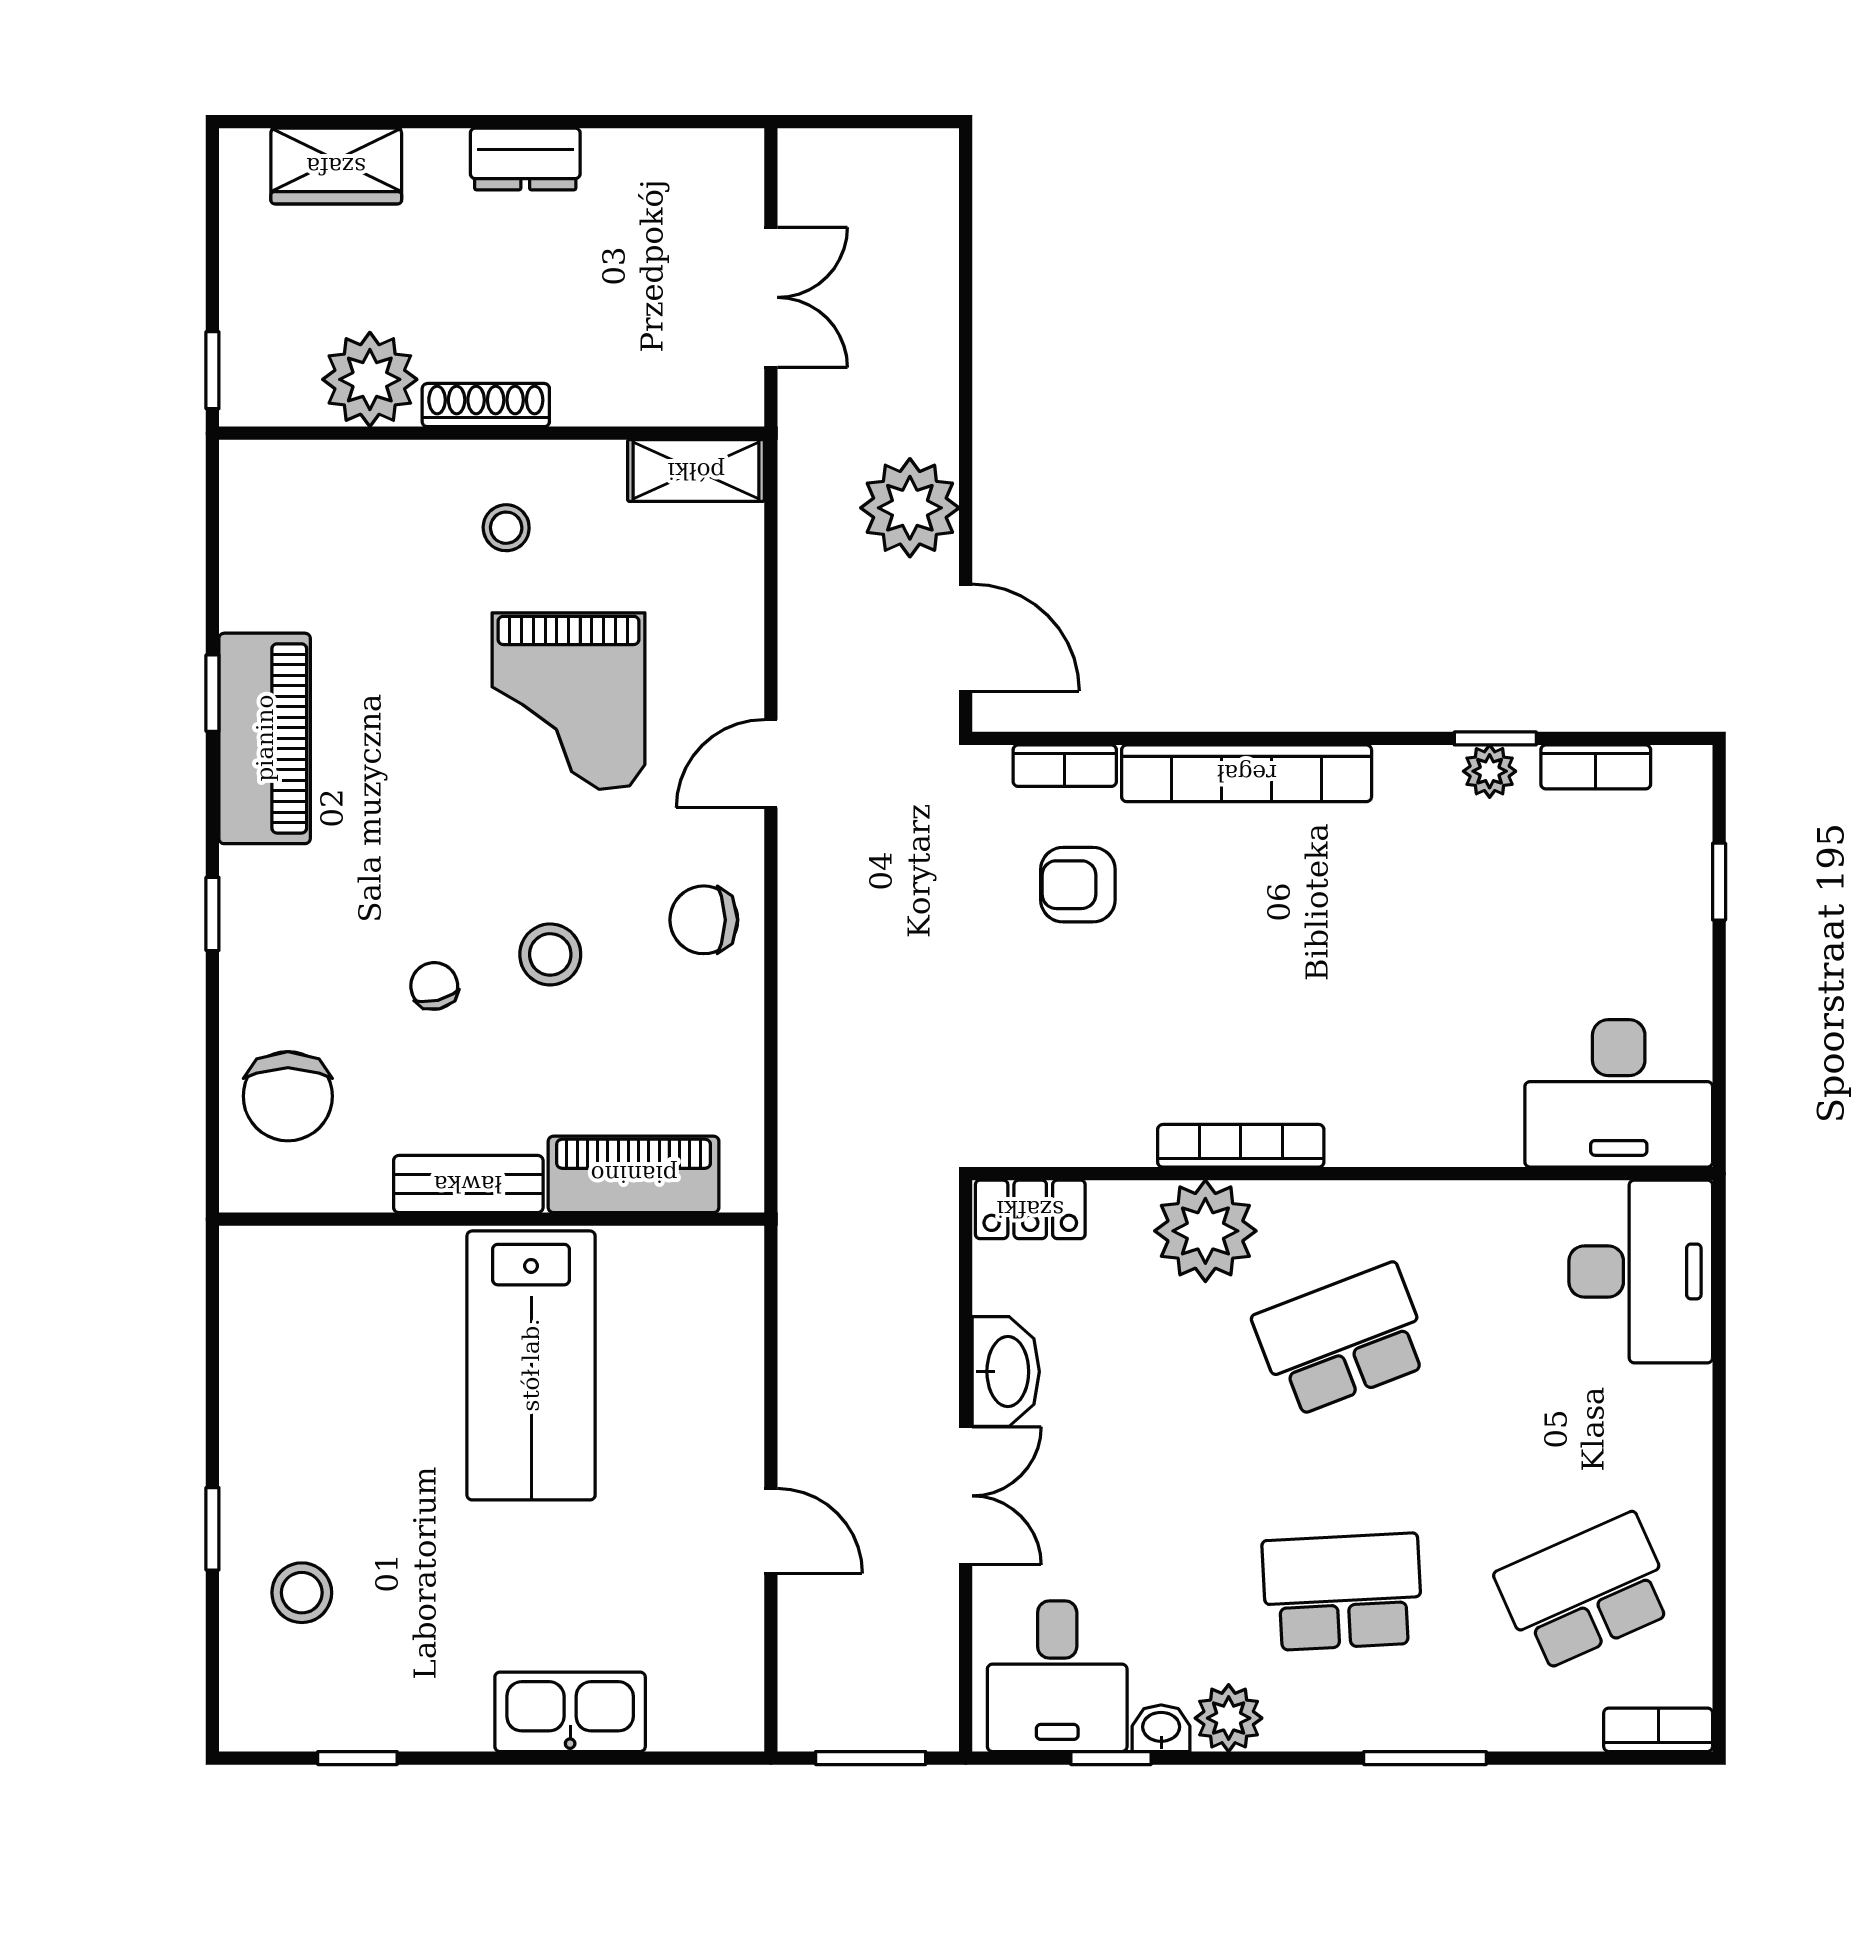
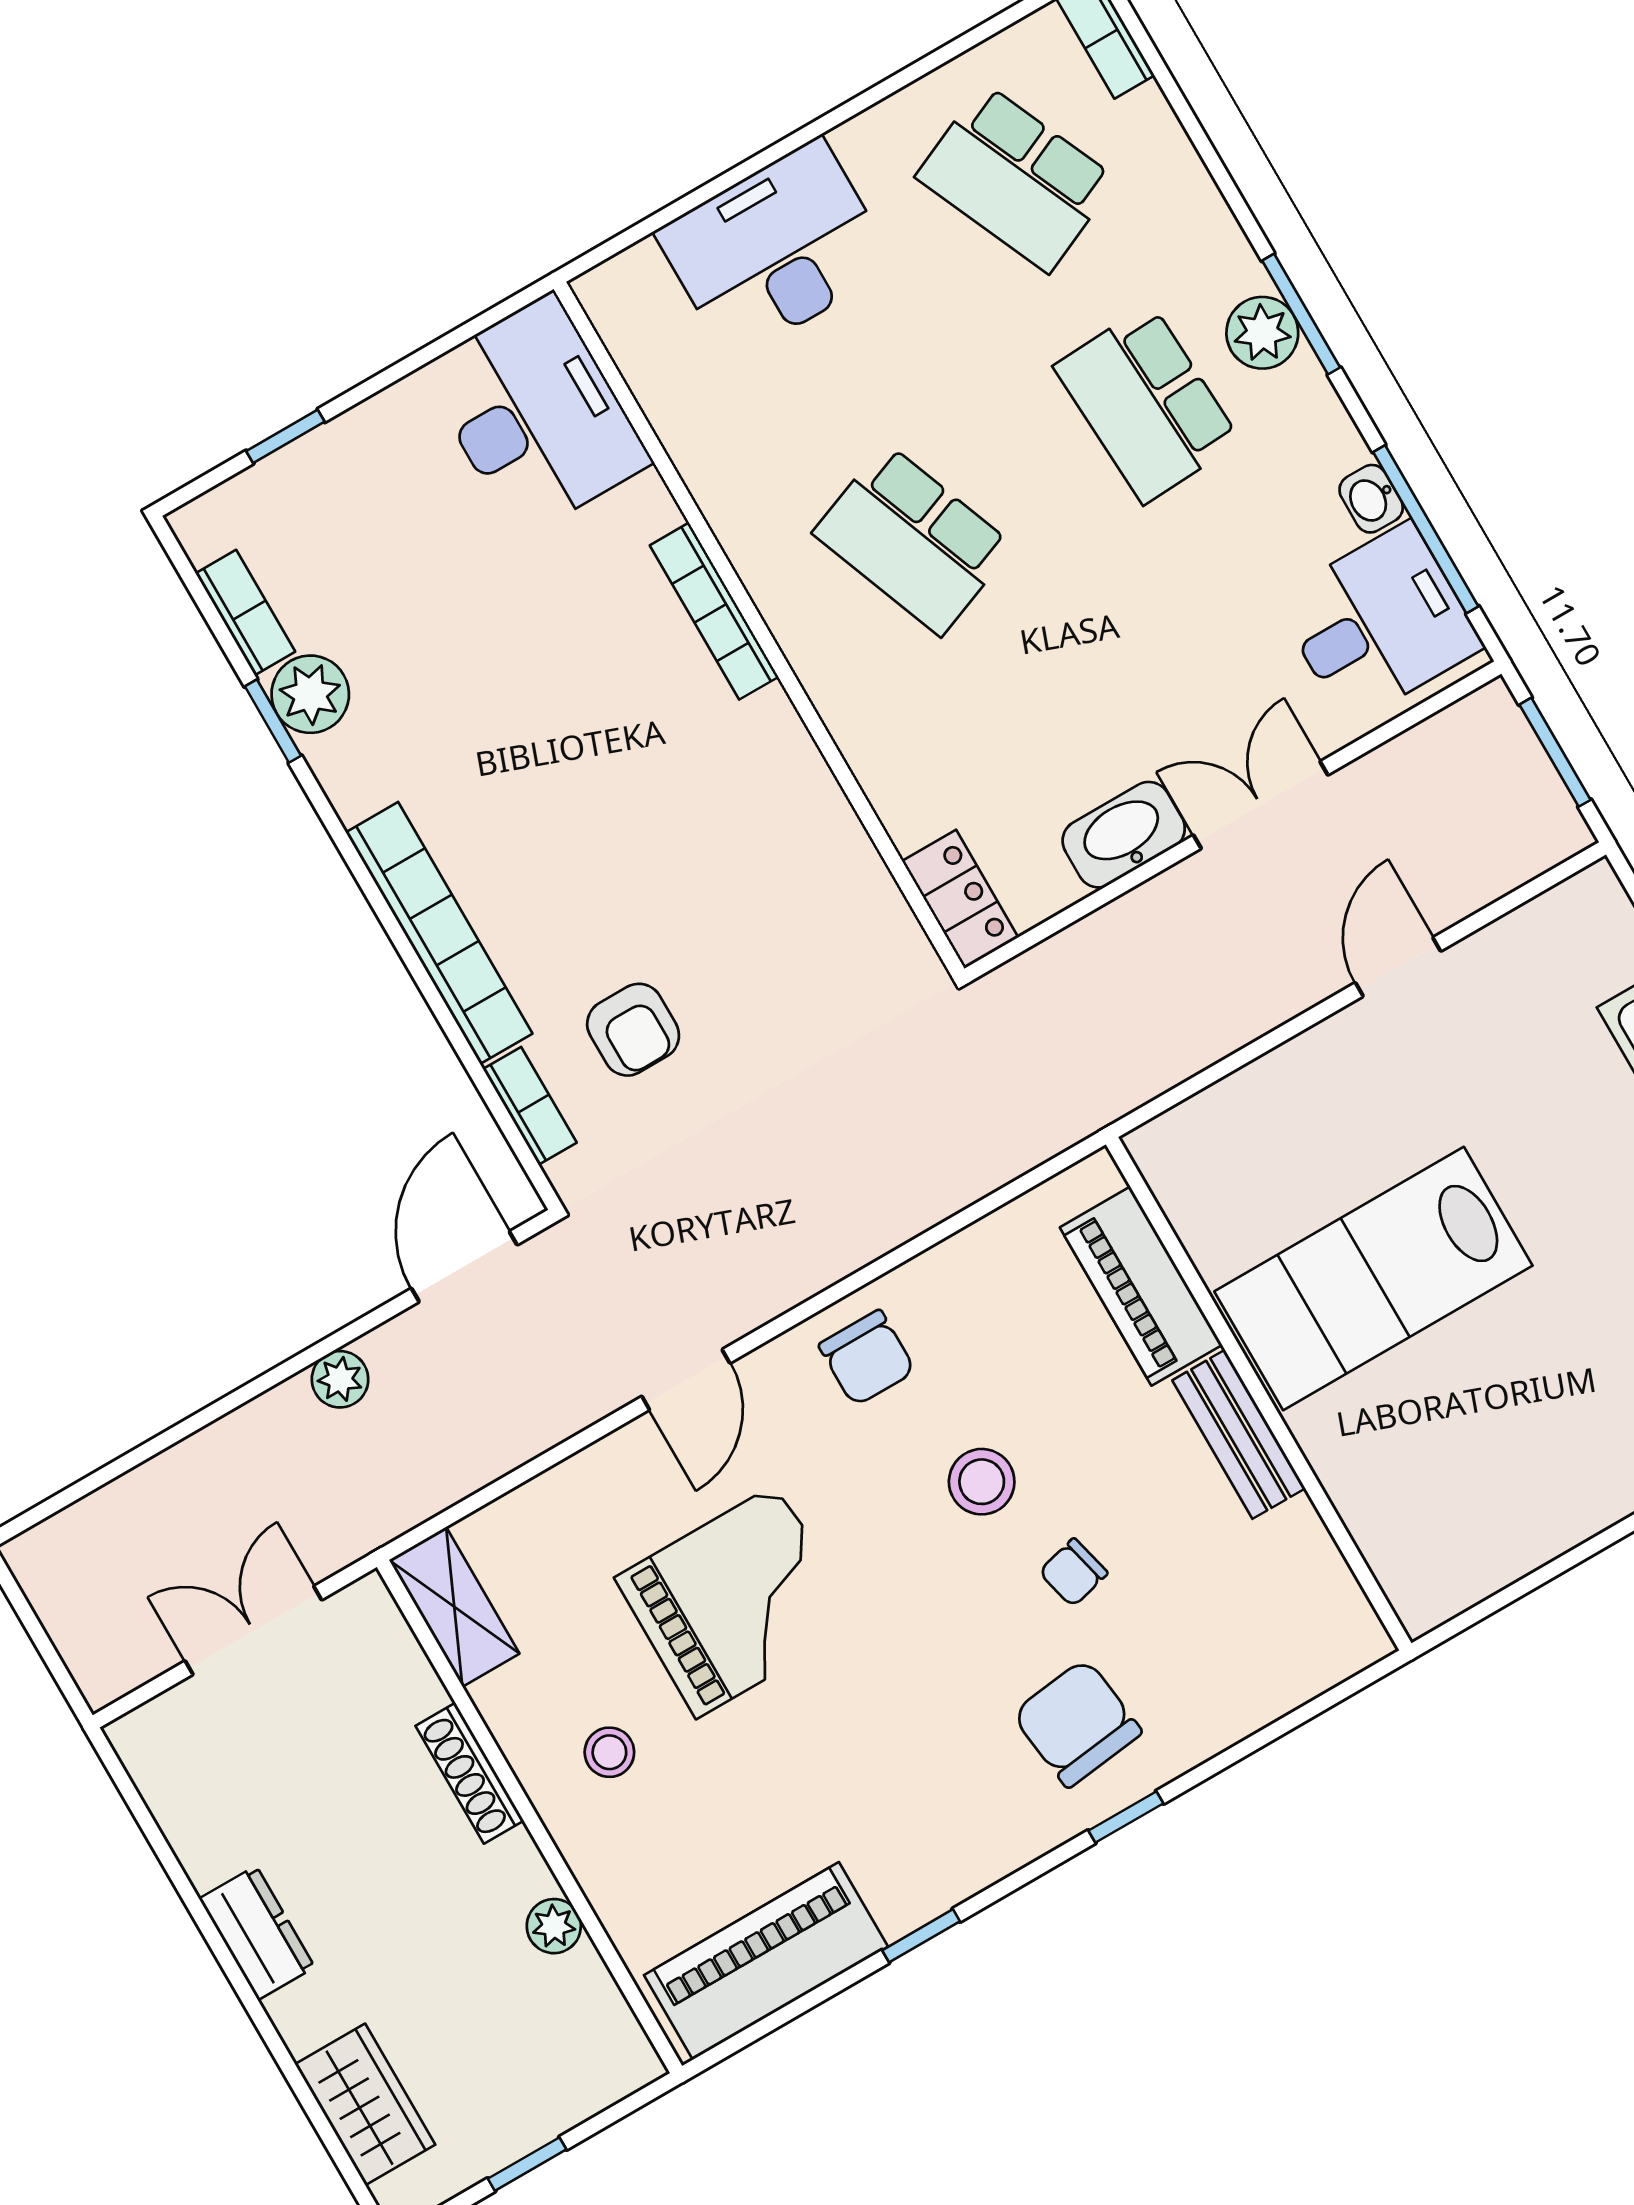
window: (212, 370) -> (527, 2164), moved
plant: (370, 379) -> (554, 1926), width x0.53, depth x0.53
shoe rack: (486, 405) -> (470, 1773), moved
plant: (910, 508) -> (340, 1379), width x0.53, depth x0.53
piano: (265, 738) -> (766, 1961), moved
door: (771, 764) -> (686, 1380), hinge flipped
plant: (1490, 771) -> (310, 694), width x1.38, depth x1.38
chair: (288, 1096) -> (1077, 1723), moved, turned -97
bookcase: (1241, 1146) -> (714, 611), moved
plant: (1205, 1231) -> (886, 725), removed
desk: (1641, 1271) -> (775, 249), moved
lab bench: (531, 1365) -> (1373, 1278), turned 180
plant: (1229, 1718) -> (1262, 333), moved
window: (1111, 1758) -> (1426, 529), width x2.17
window: (1425, 1758) -> (1301, 314), moved

